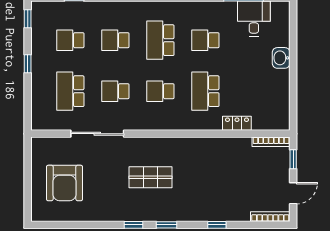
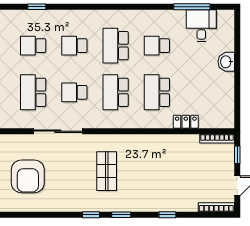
school desk: (160, 91) -> (116, 92), width x1.85
shop shelf: (151, 177) -> (107, 171), turned 90

